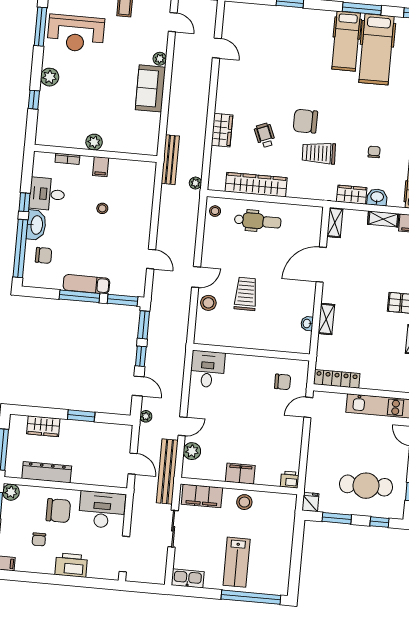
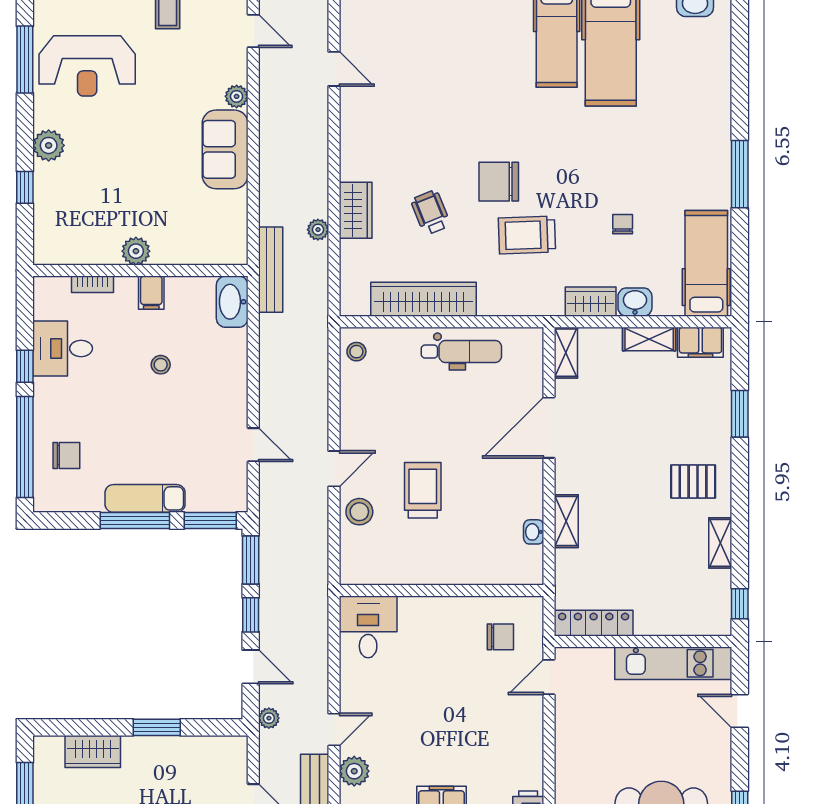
plant: (195, 183) -> (318, 230), moved
dental chair: (258, 221) -> (461, 352), moved
washbasin: (36, 225) -> (232, 302), moved, turned 180

